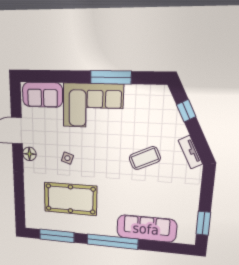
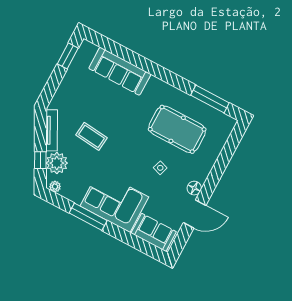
plant: (159, 91) -> (55, 187), added
plant: (168, 116) -> (57, 163), added
tv unit: (190, 152) -> (52, 130), width x1.41
coffee table: (145, 158) -> (92, 136), turned 31
window: (112, 242) -> (158, 71), removed

